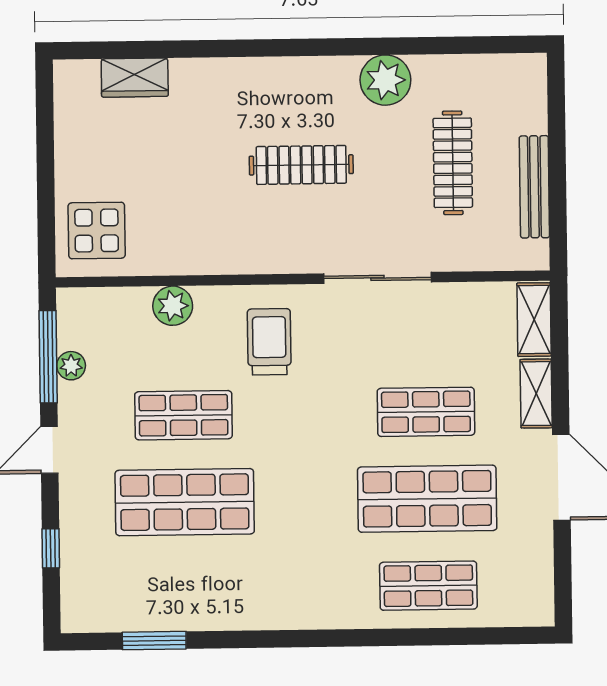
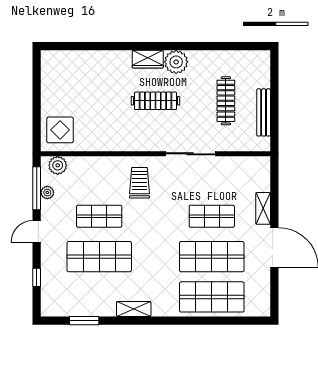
wardrobe: (135, 78) -> (148, 59), moved
plant: (385, 80) -> (176, 62), moved
plant: (173, 306) -> (58, 165), moved
shelving: (534, 320) -> (134, 309), moved, turned 90
shop shelf: (428, 586) -> (212, 297), width x1.43, depth x1.36

